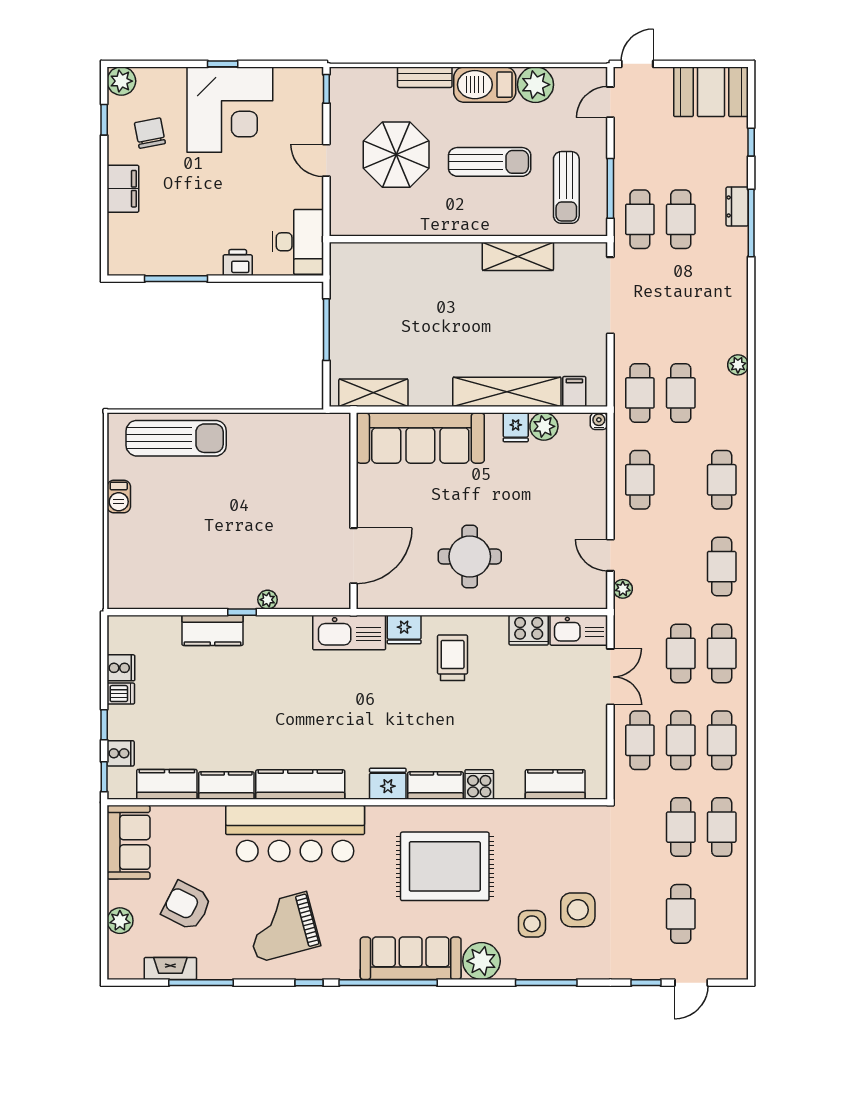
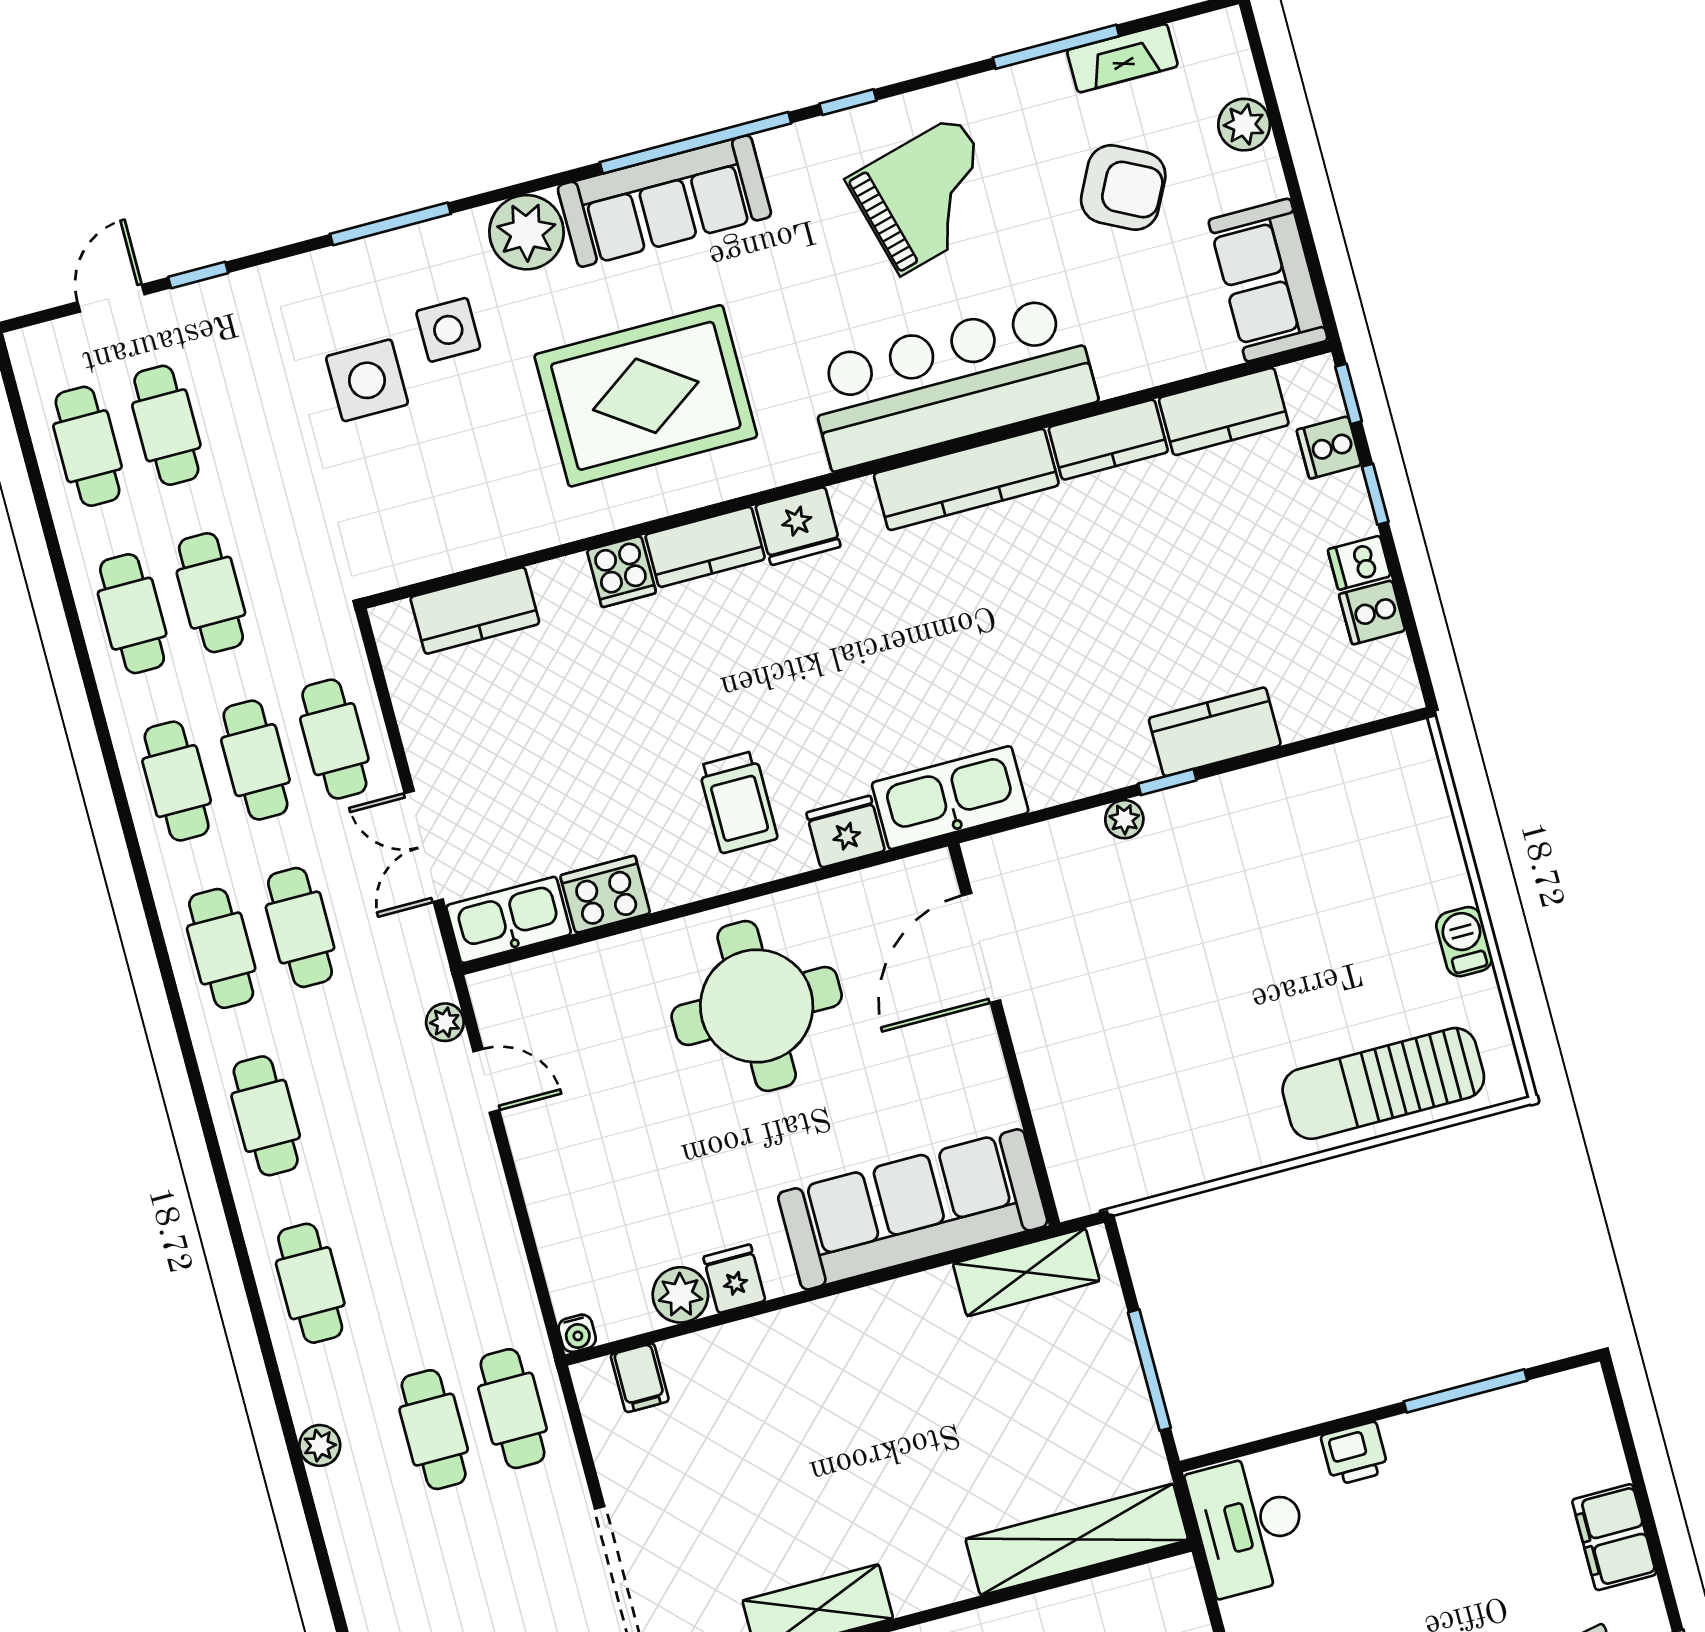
plant: (738, 365) -> (320, 1445), moved
shelving: (507, 392) -> (1077, 1539), moved
cafe table: (640, 480) -> (88, 446), moved
round table: (470, 557) -> (757, 1006), width x1.36, depth x1.36

